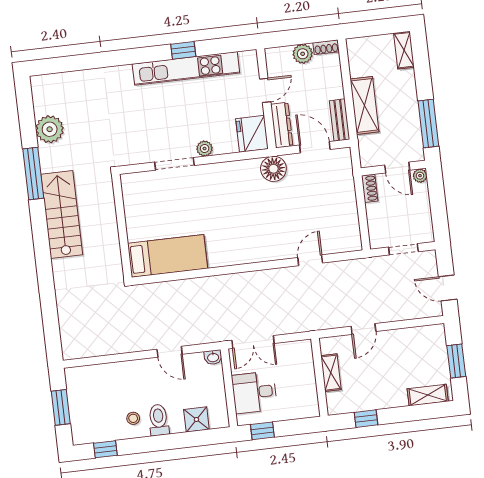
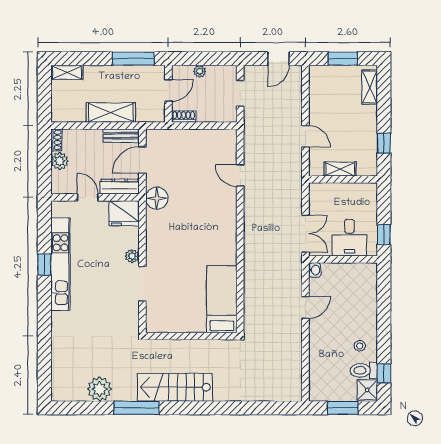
plant: (420, 176) -> (200, 71), moved
shower: (196, 419) -> (367, 390), moved
toilet: (159, 420) -> (364, 370), moved

